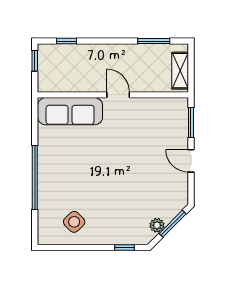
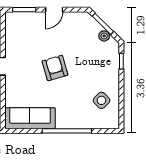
sofa: (70, 111) -> (30, 118), moved, turned -90
armchair: (116, 162) -> (55, 68), added

